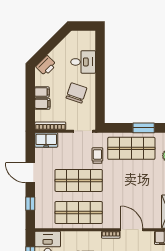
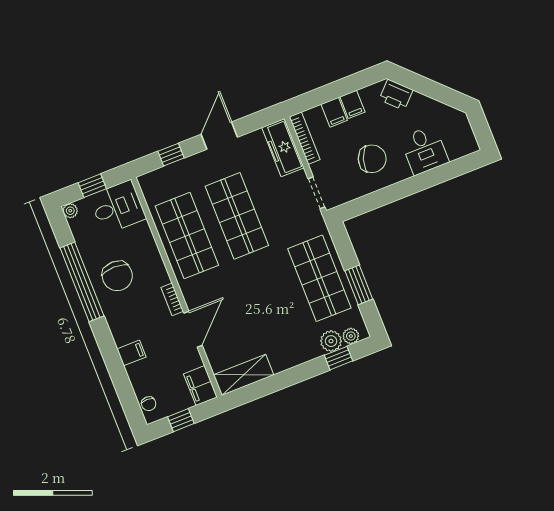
freezer: (46, 140) -> (283, 148), width x1.40
trolley: (97, 156) -> (287, 230), removed

